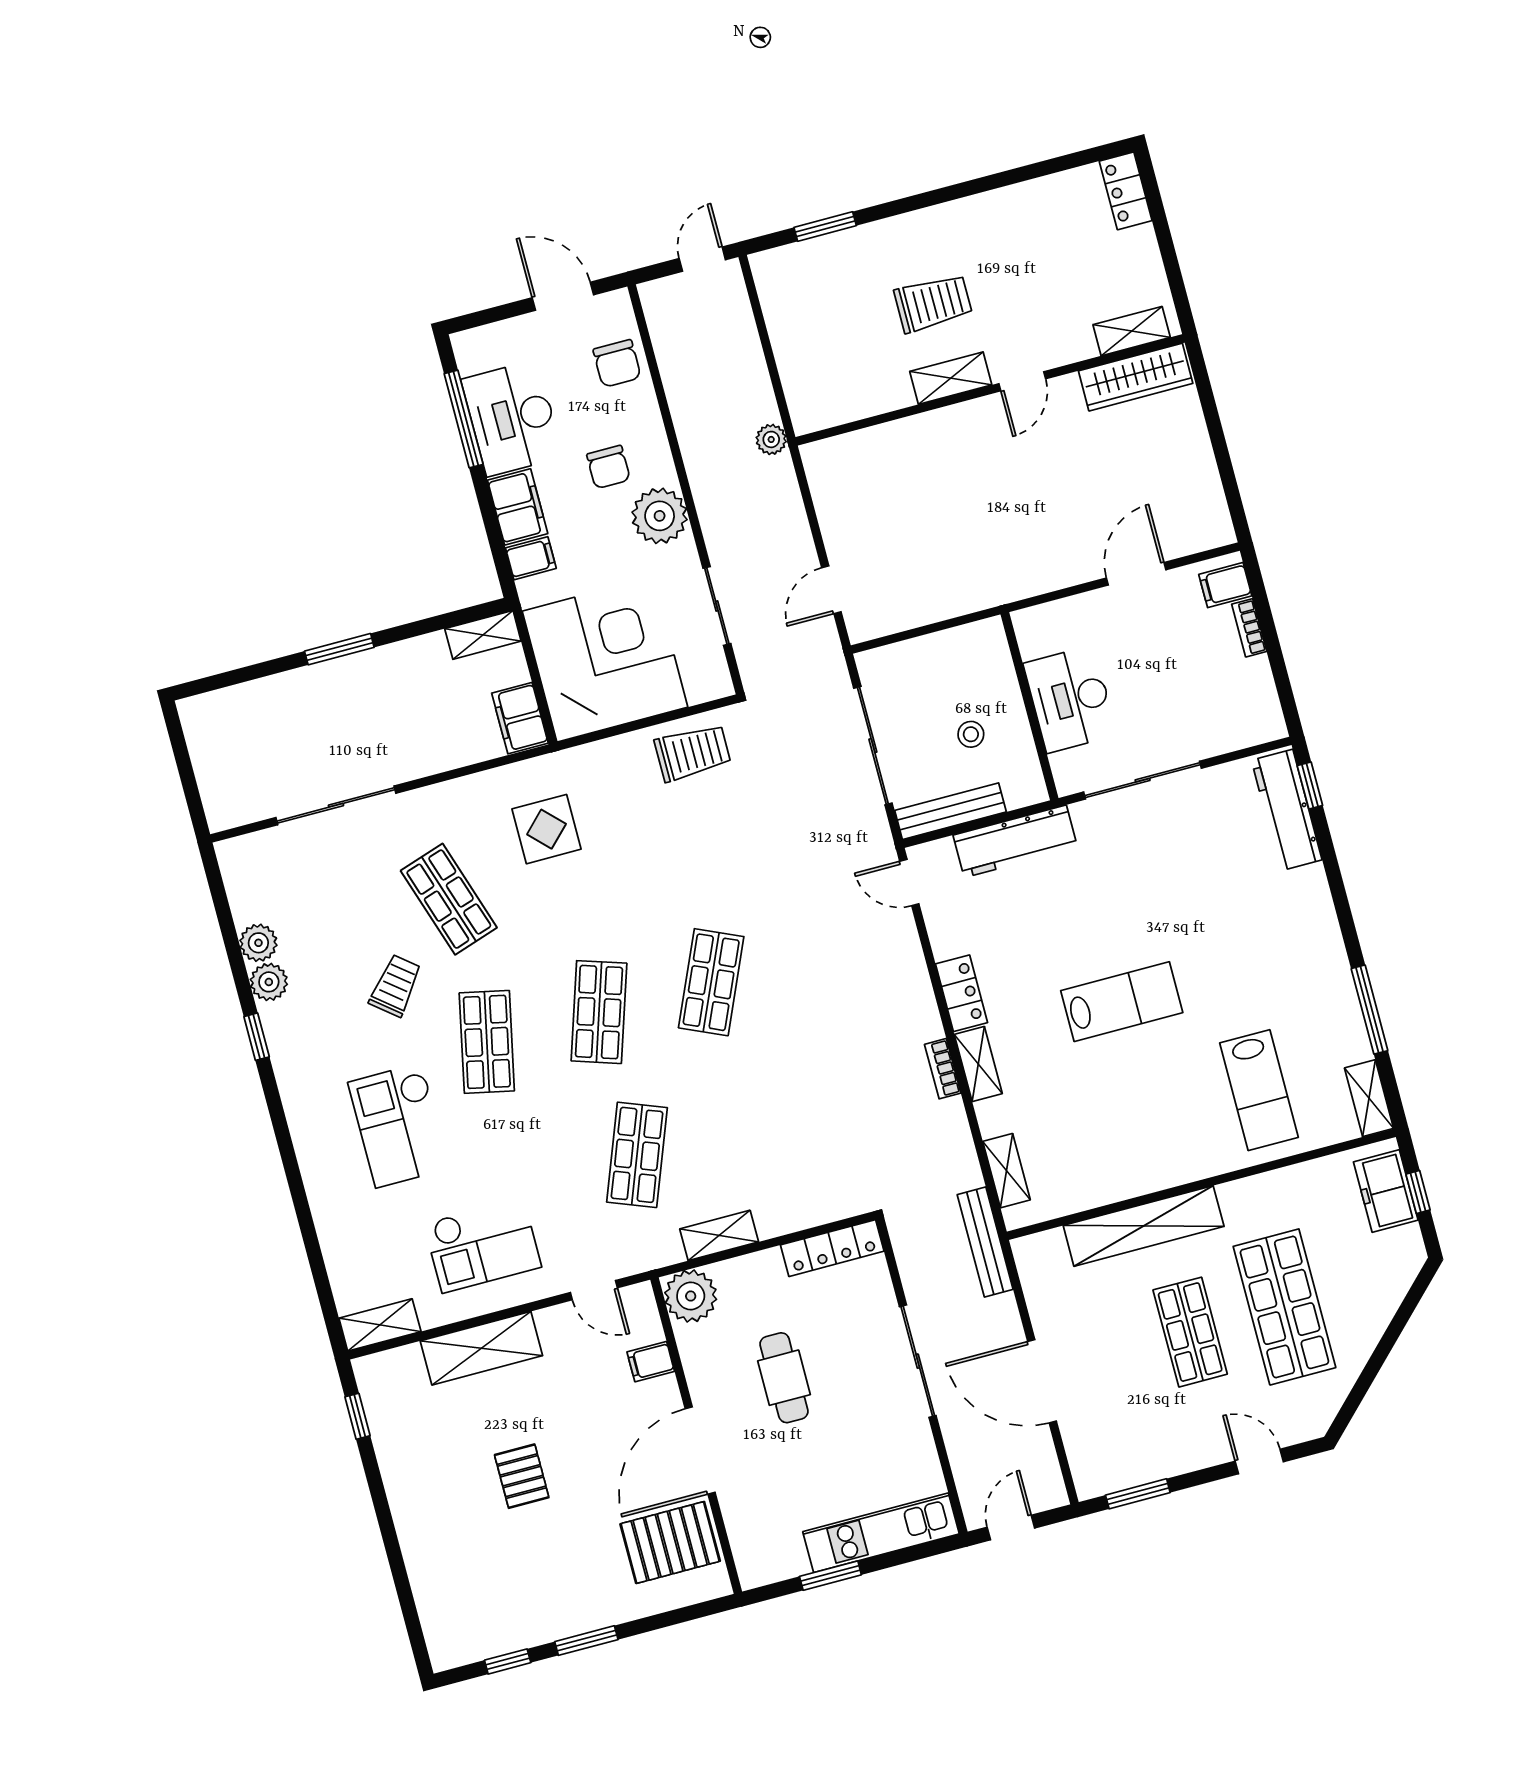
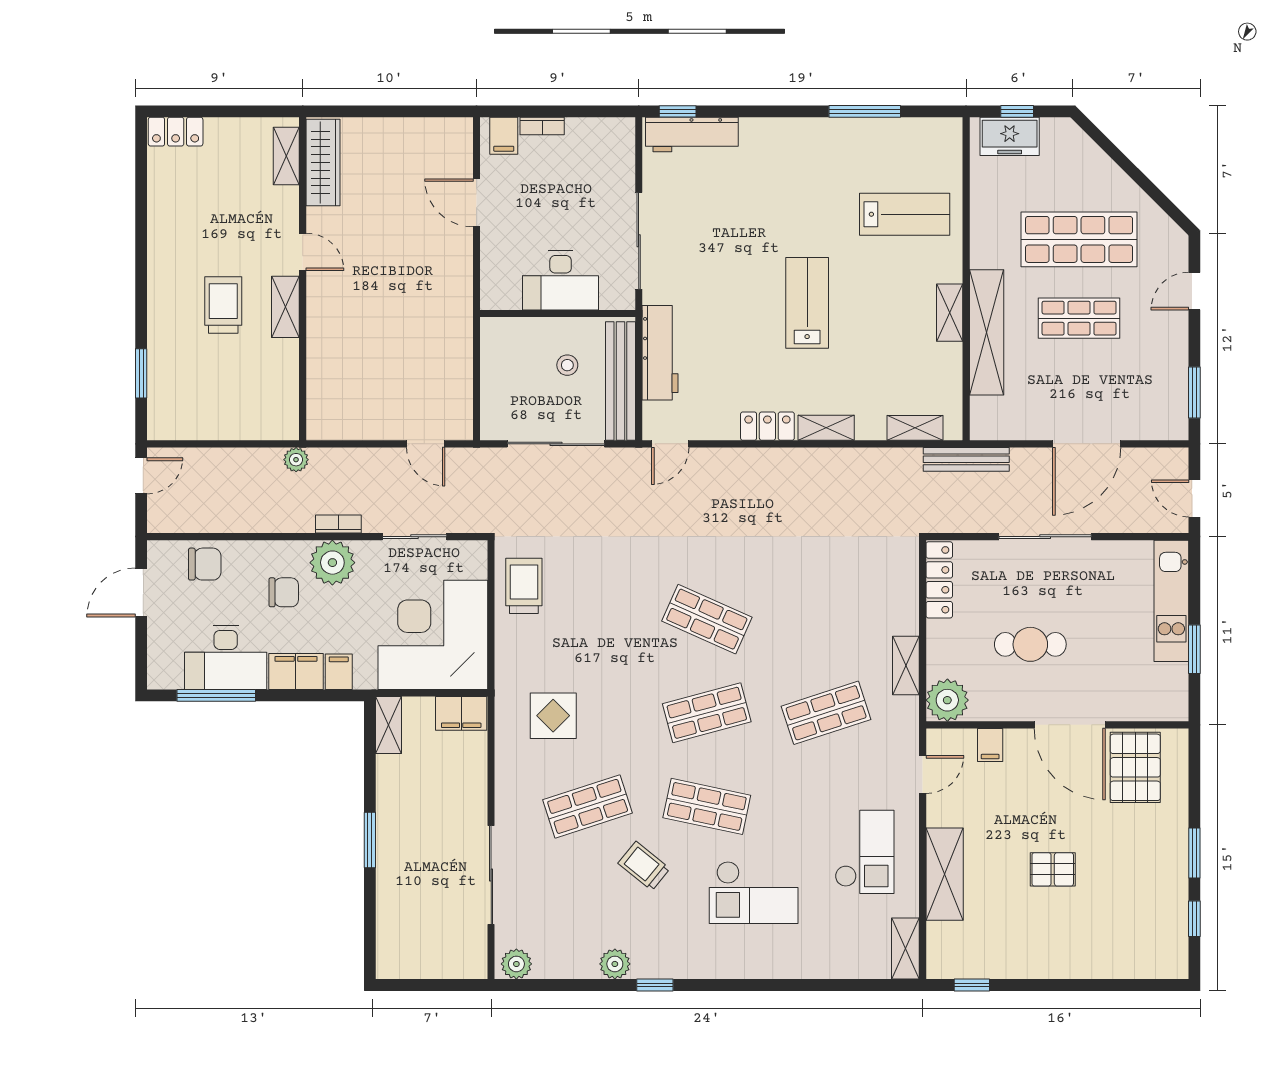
door: (702, 259) -> (141, 476), swing flipped
bench: (951, 811) -> (620, 381), width x1.37, depth x1.21
plant: (258, 943) -> (516, 964), moved
shop shelf: (599, 1012) -> (707, 713), turned -33
bookcase: (943, 1069) -> (338, 524), moved, turned 180
shelving: (1369, 1098) -> (950, 313), moved, turned 90
shop shelf: (637, 1155) -> (826, 713), turned -39

